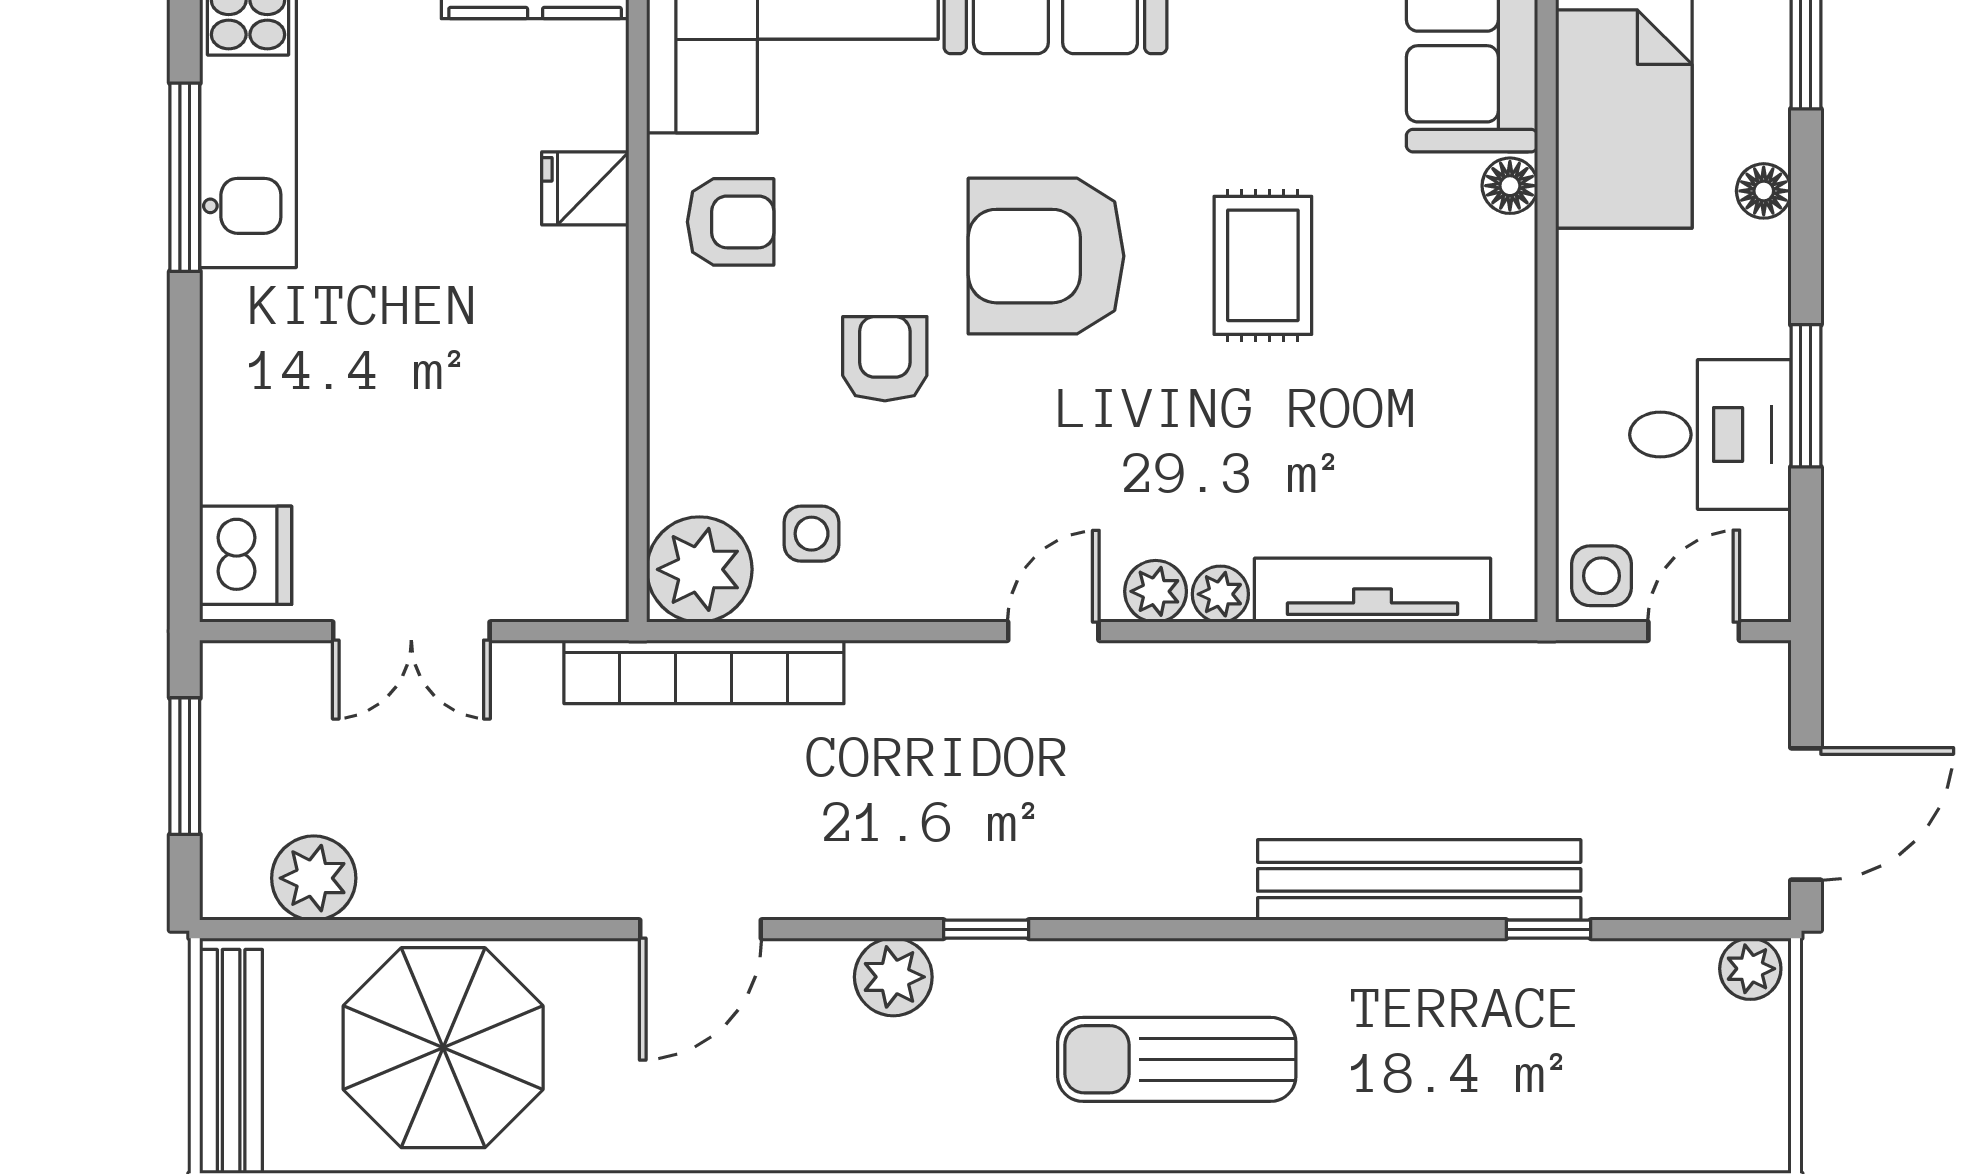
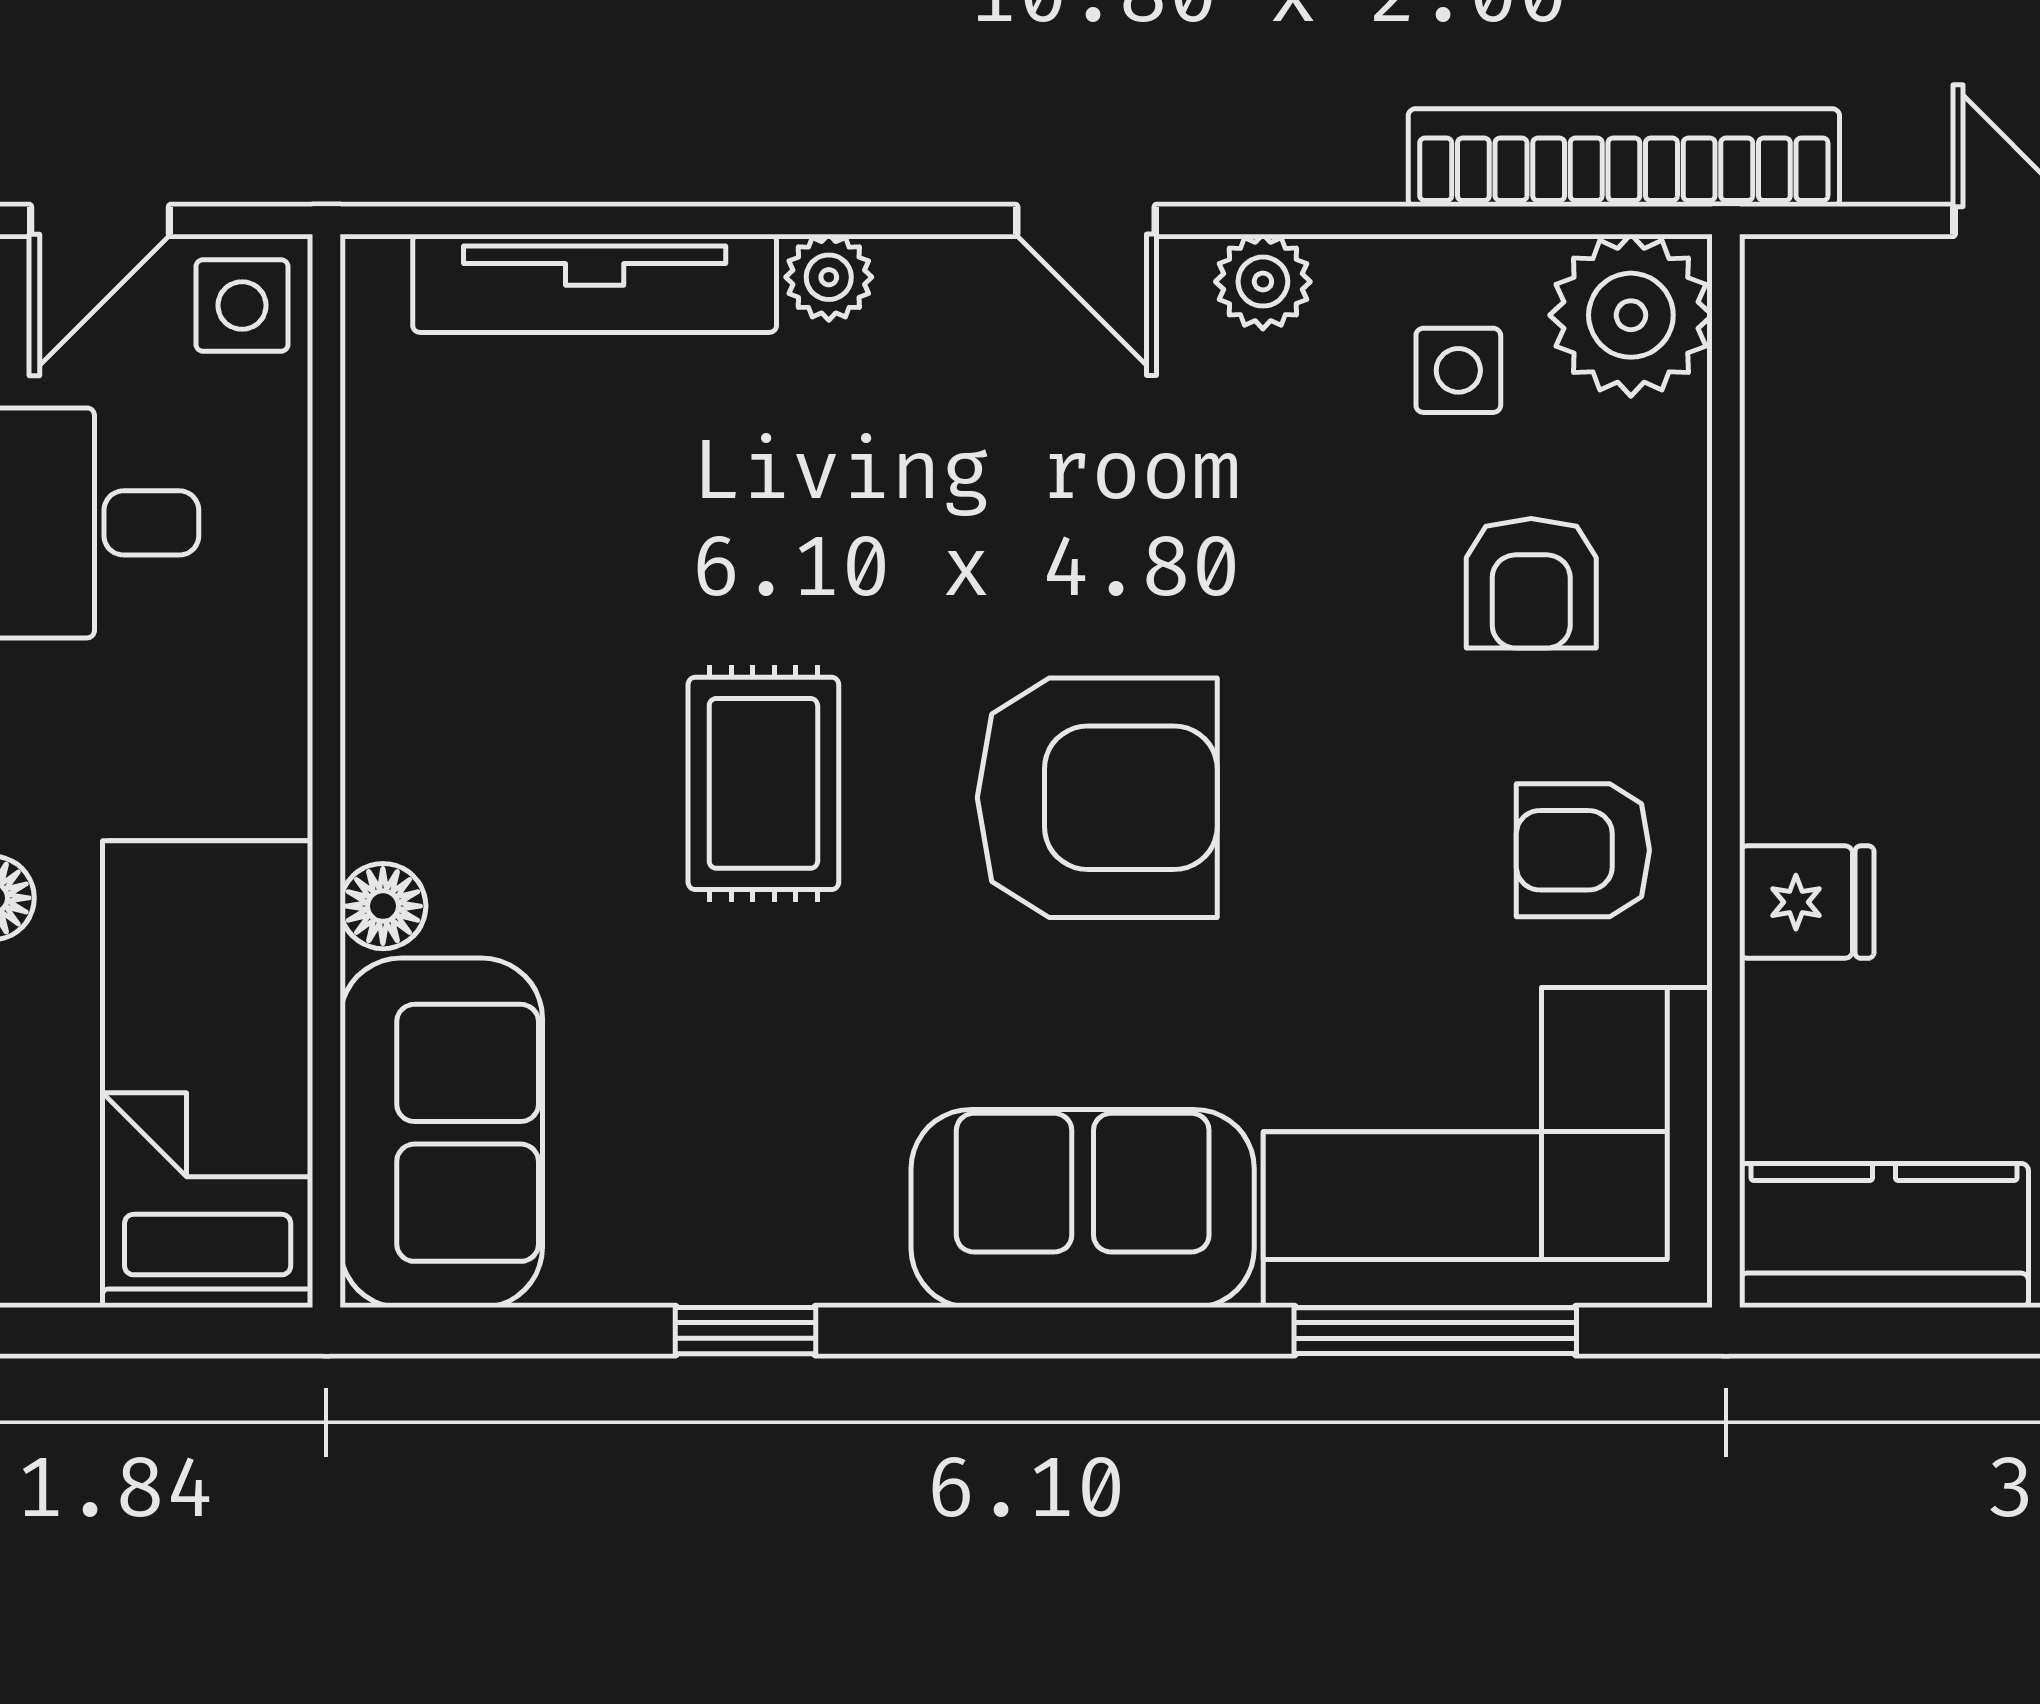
armchair: (885, 359) -> (1531, 583), moved
plant: (1156, 591) -> (1263, 282), moved
door: (1053, 631) -> (1086, 220), hinge flipped

